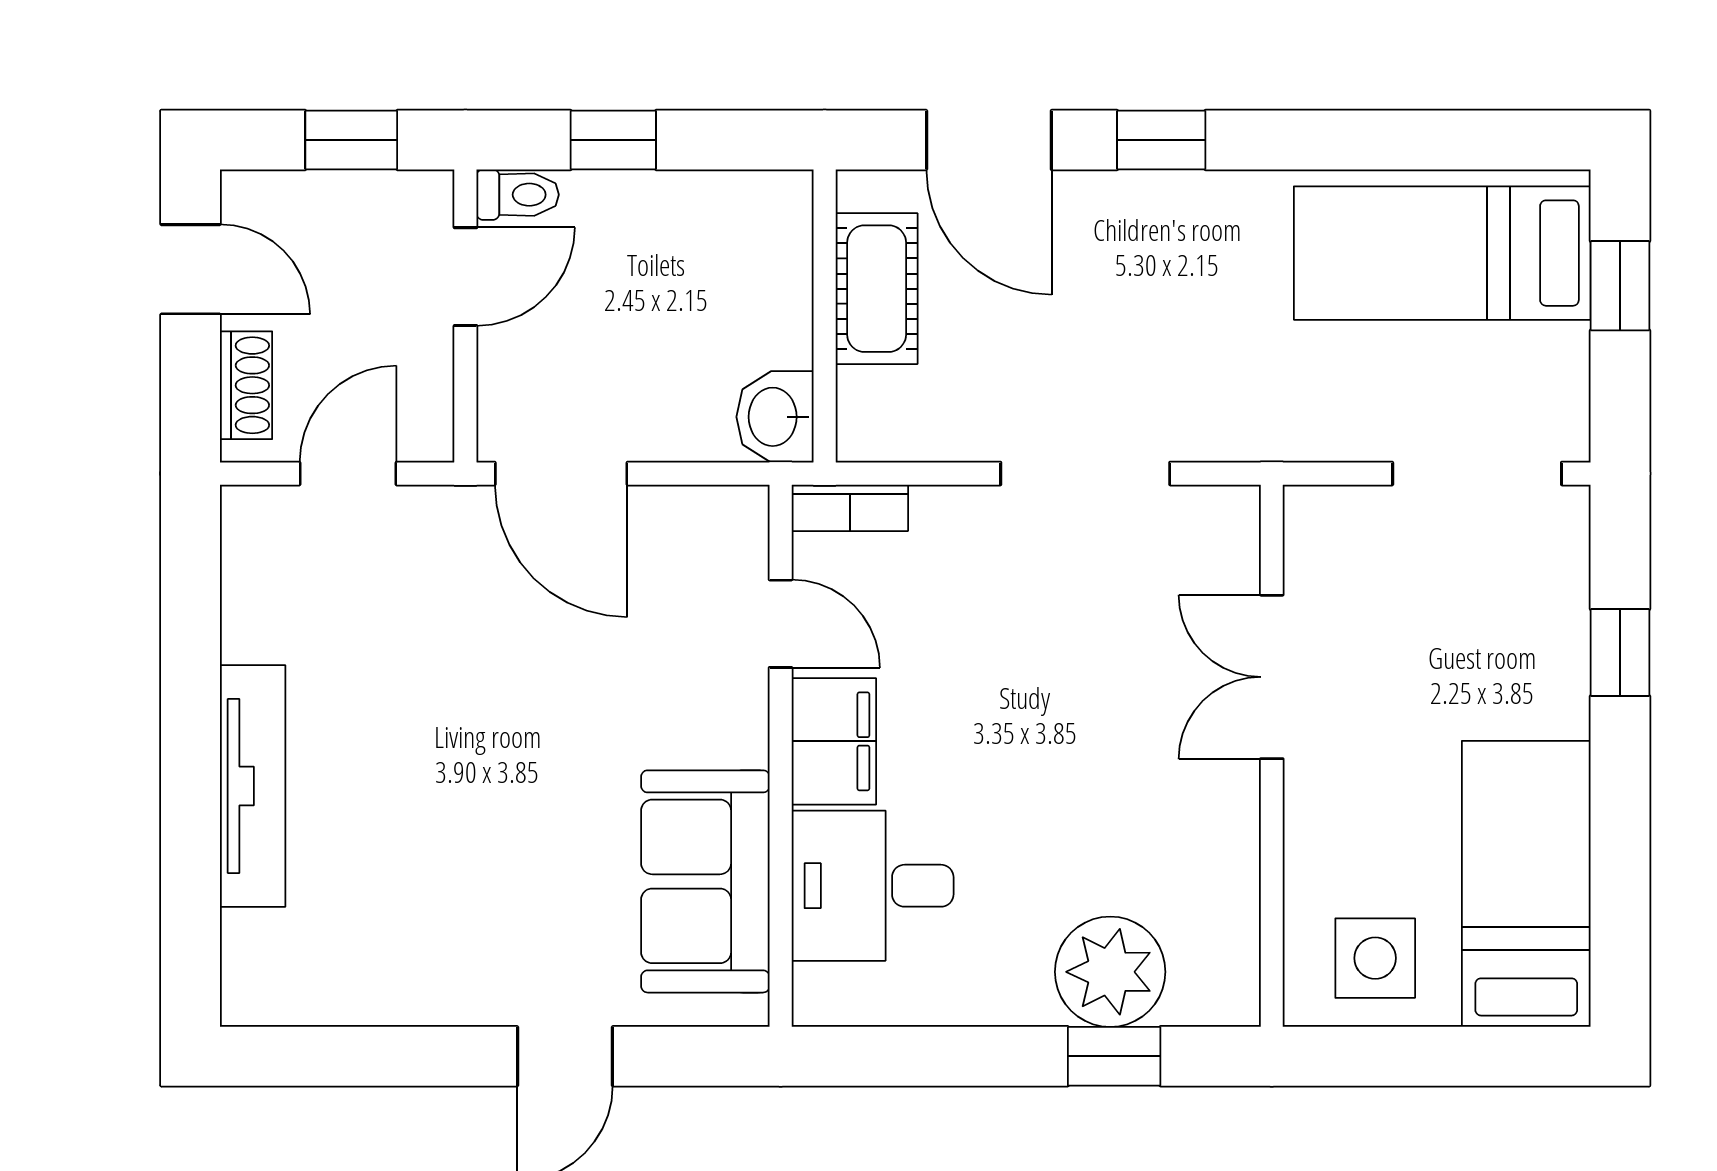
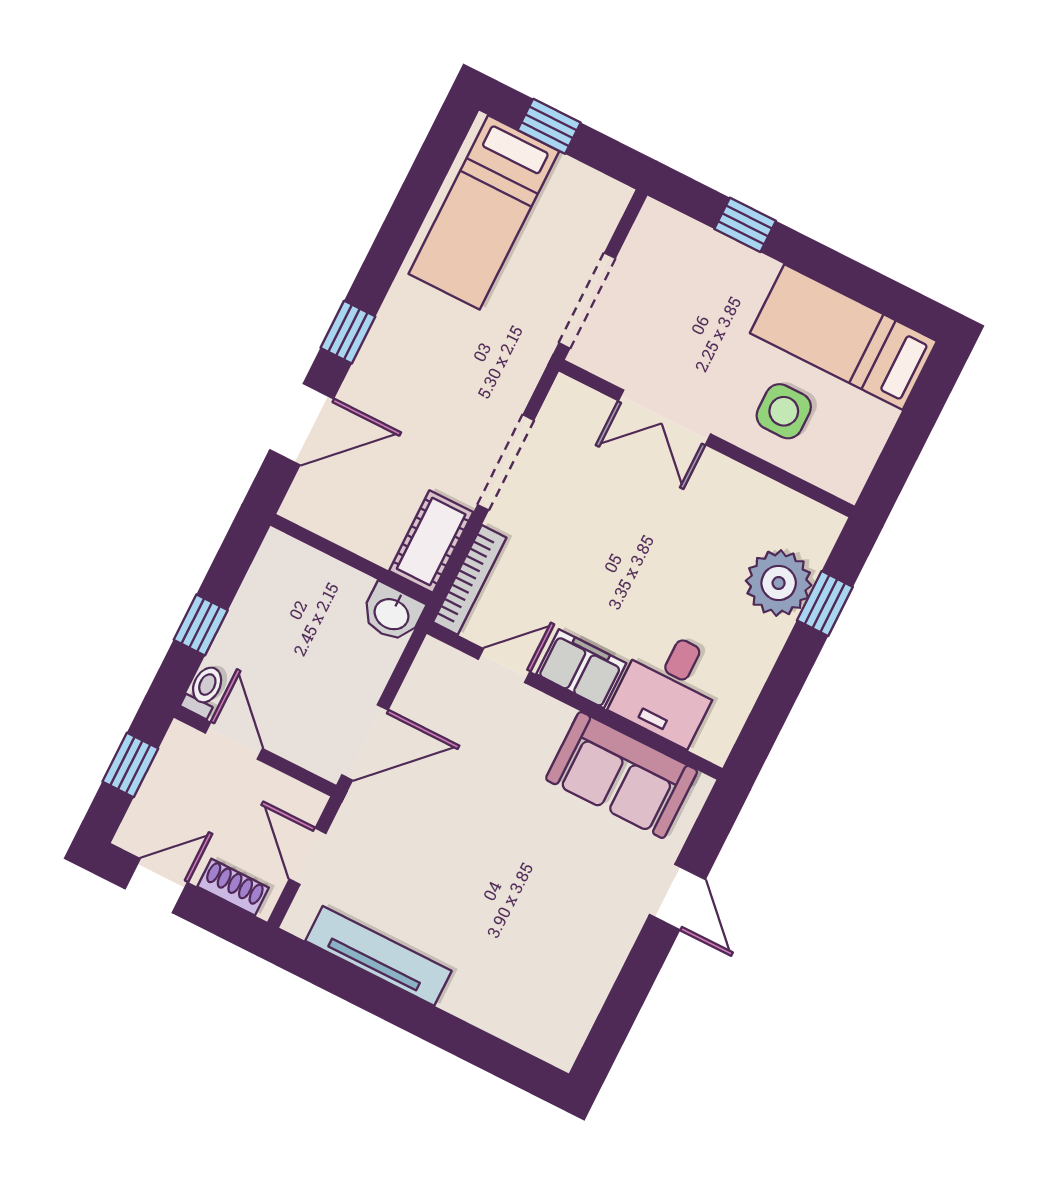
cot: (877, 289) -> (431, 542), moved, turned 90
doorway: (1477, 474) -> (587, 301), moved
bookcase: (850, 508) -> (470, 580), width x1.56
tv unit: (253, 786) -> (378, 956), moved
side table: (1375, 958) -> (784, 411), moved

